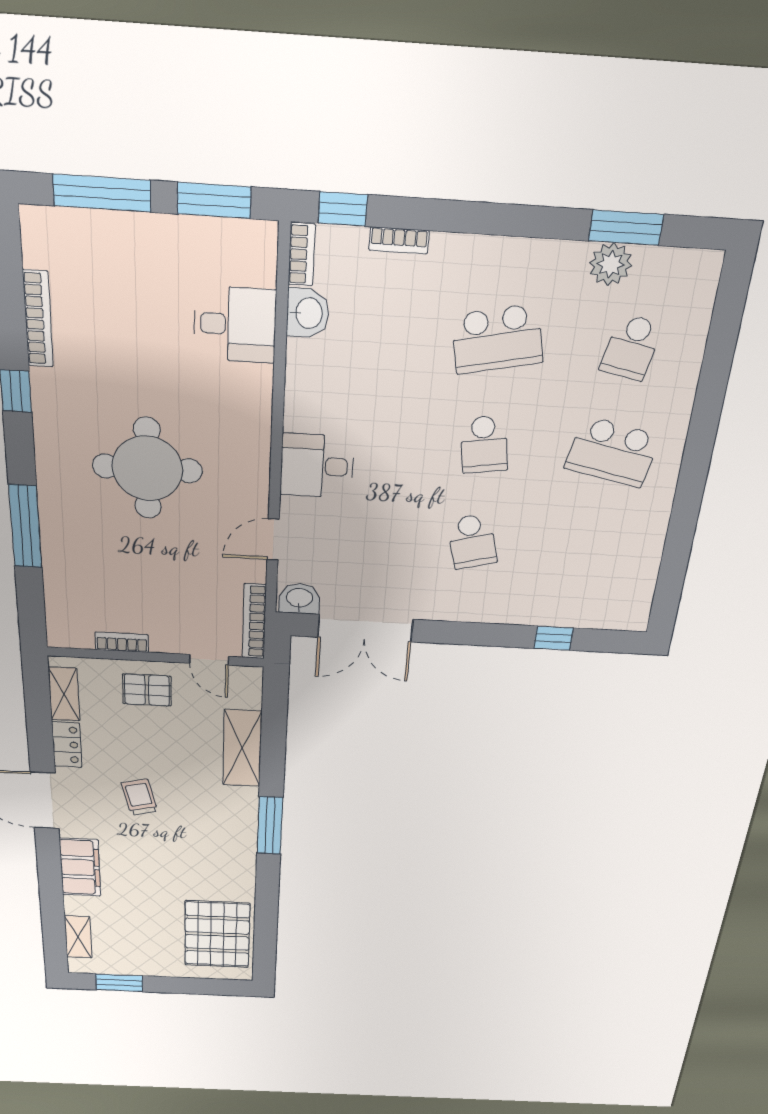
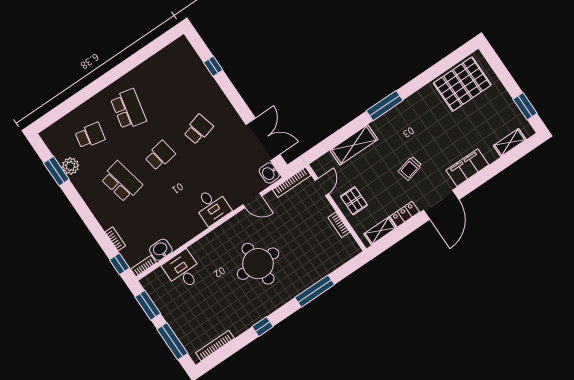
bookcase: (38, 319) -> (215, 346), moved

